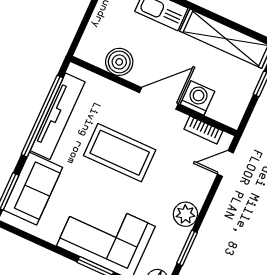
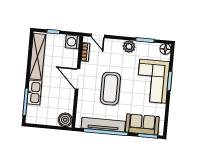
boiler: (119, 62) -> (65, 120), moved
washing machine: (197, 98) -> (73, 42), moved

